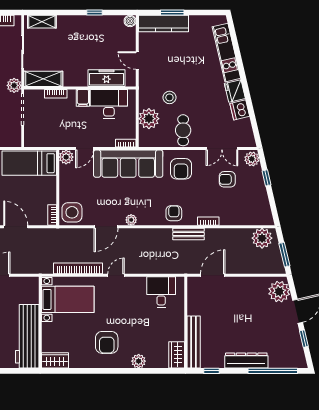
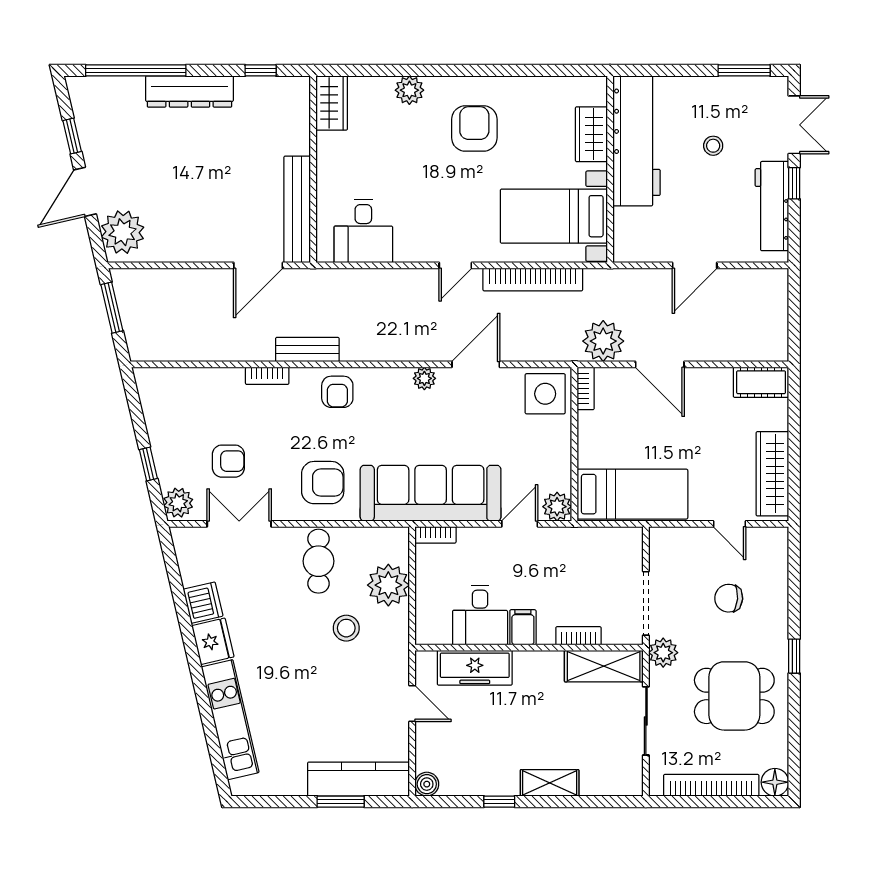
shelving: (42, 22) -> (550, 783), moved
desk: (109, 104) -> (480, 615), width x0.73
armchair: (181, 169) -> (323, 483), turned 90
plant: (262, 238) -> (603, 341), moved
bench: (194, 342) -> (297, 209), moved
wardrobe: (55, 360) -> (591, 134), moved, turned 90

